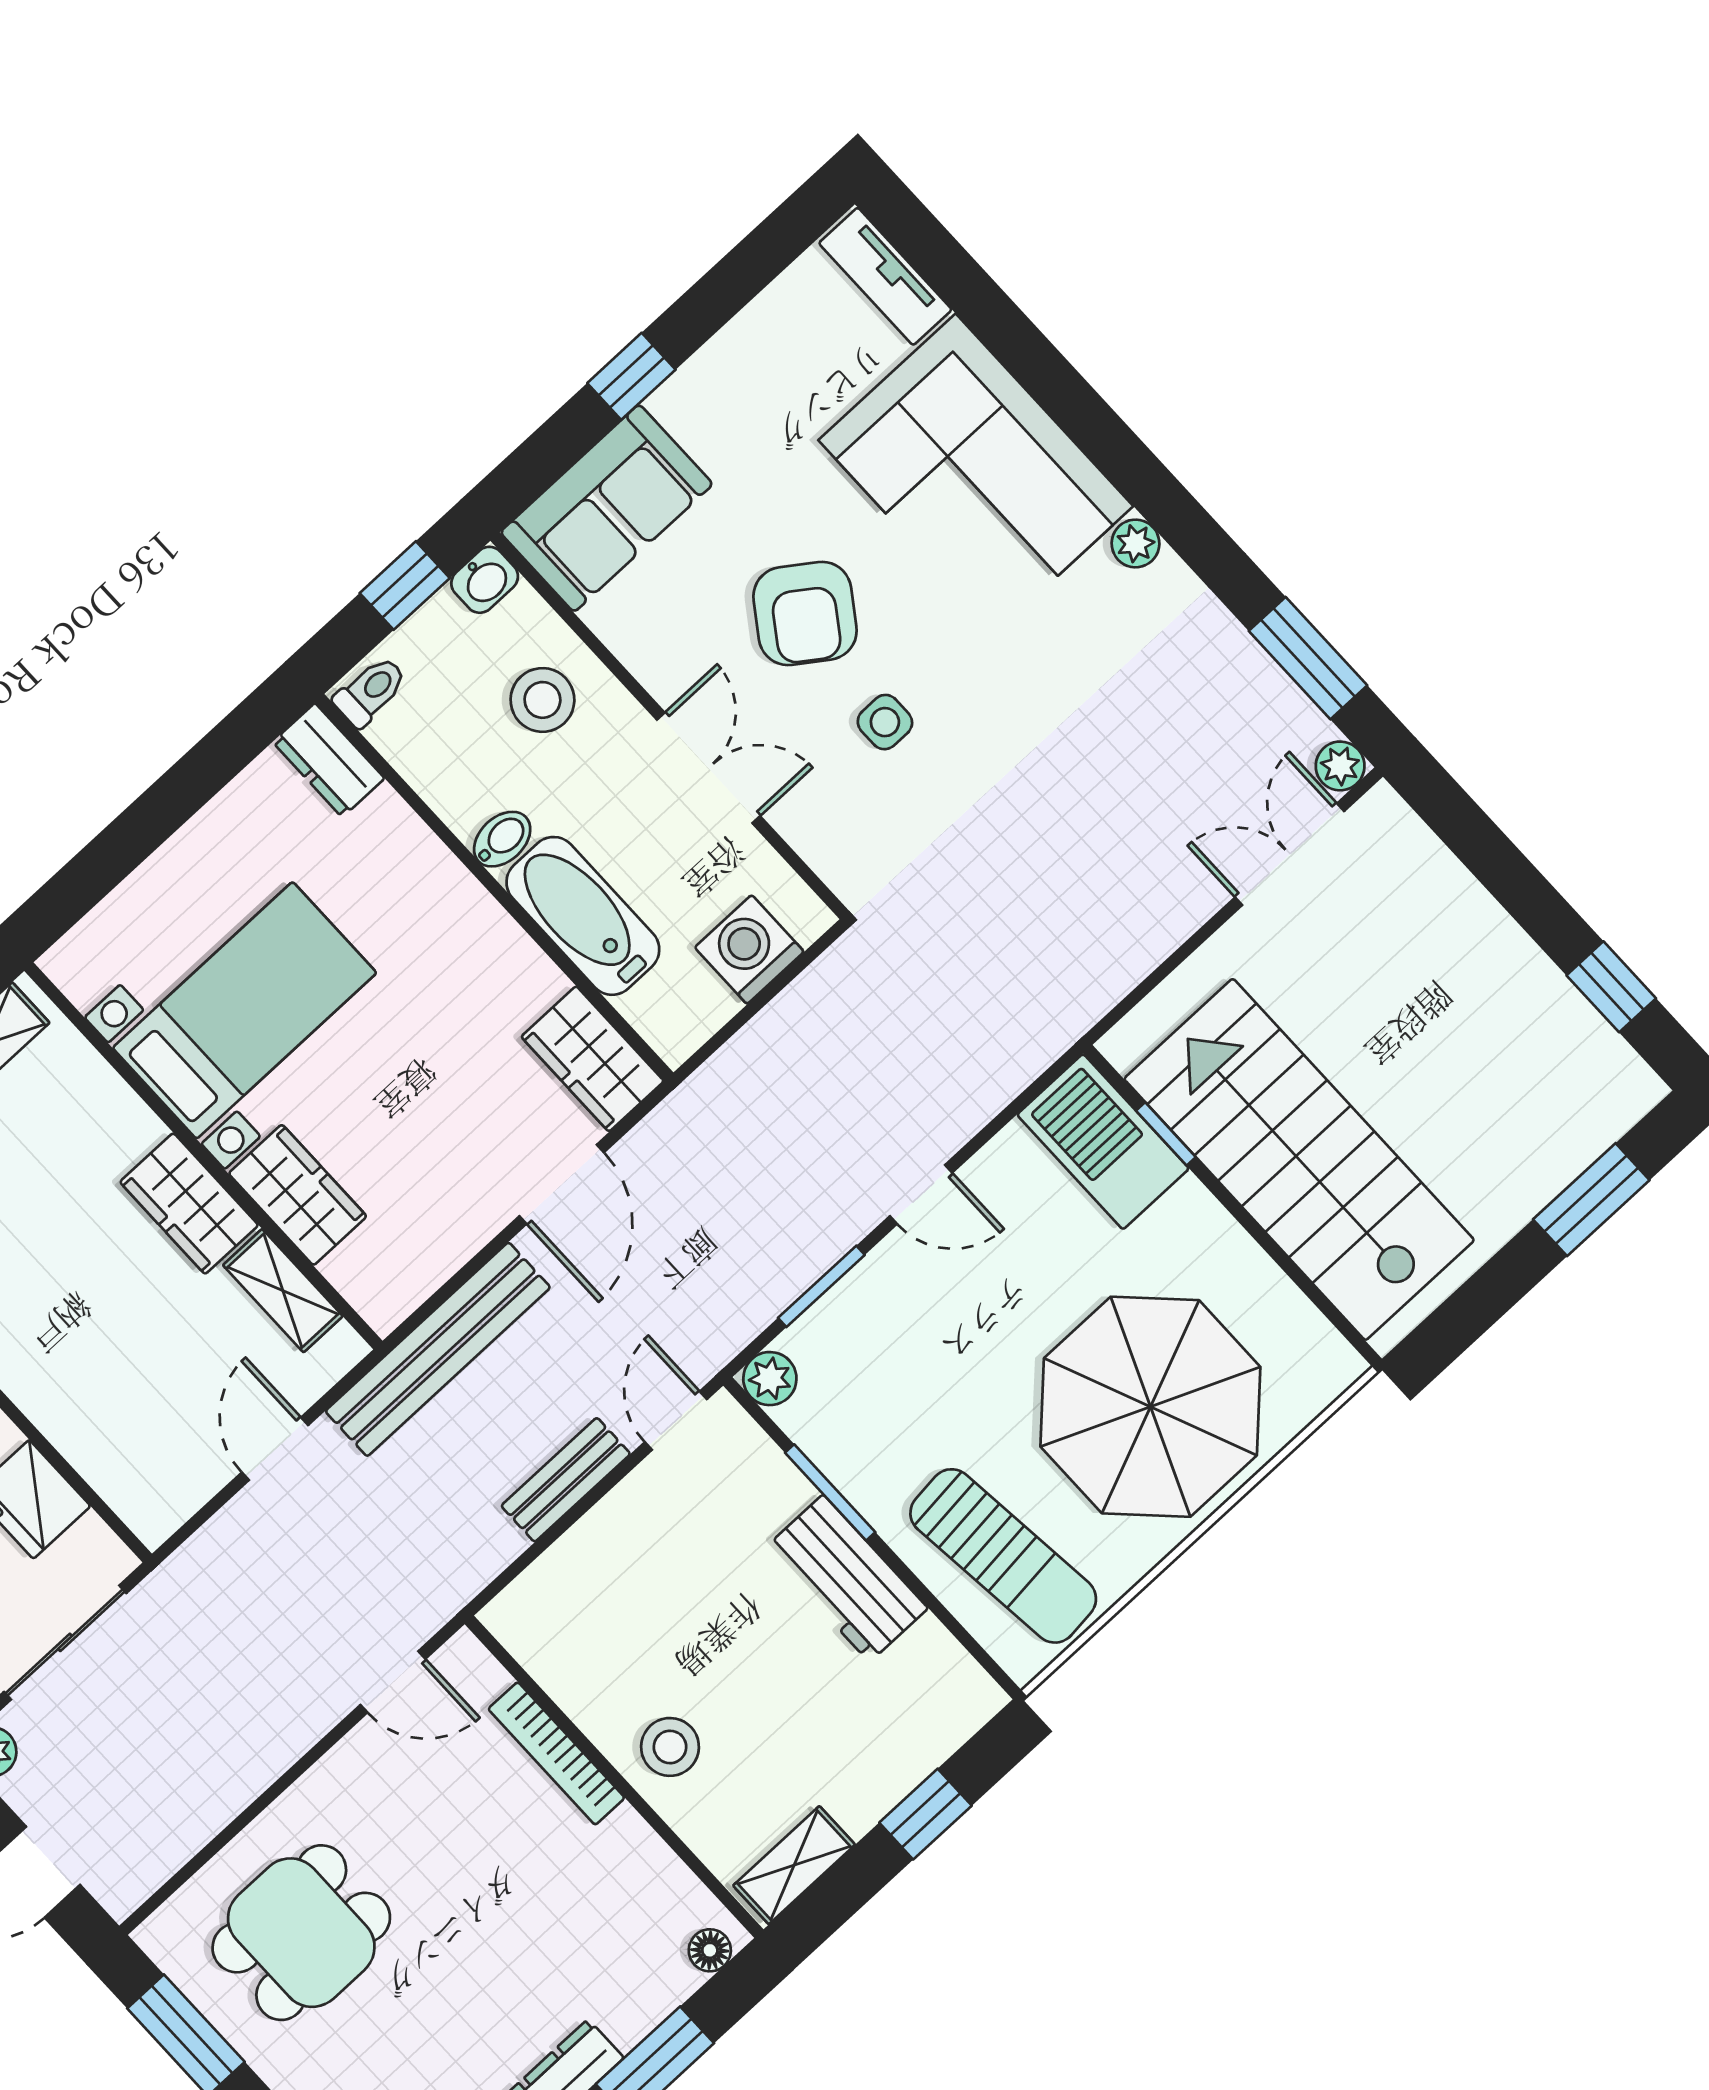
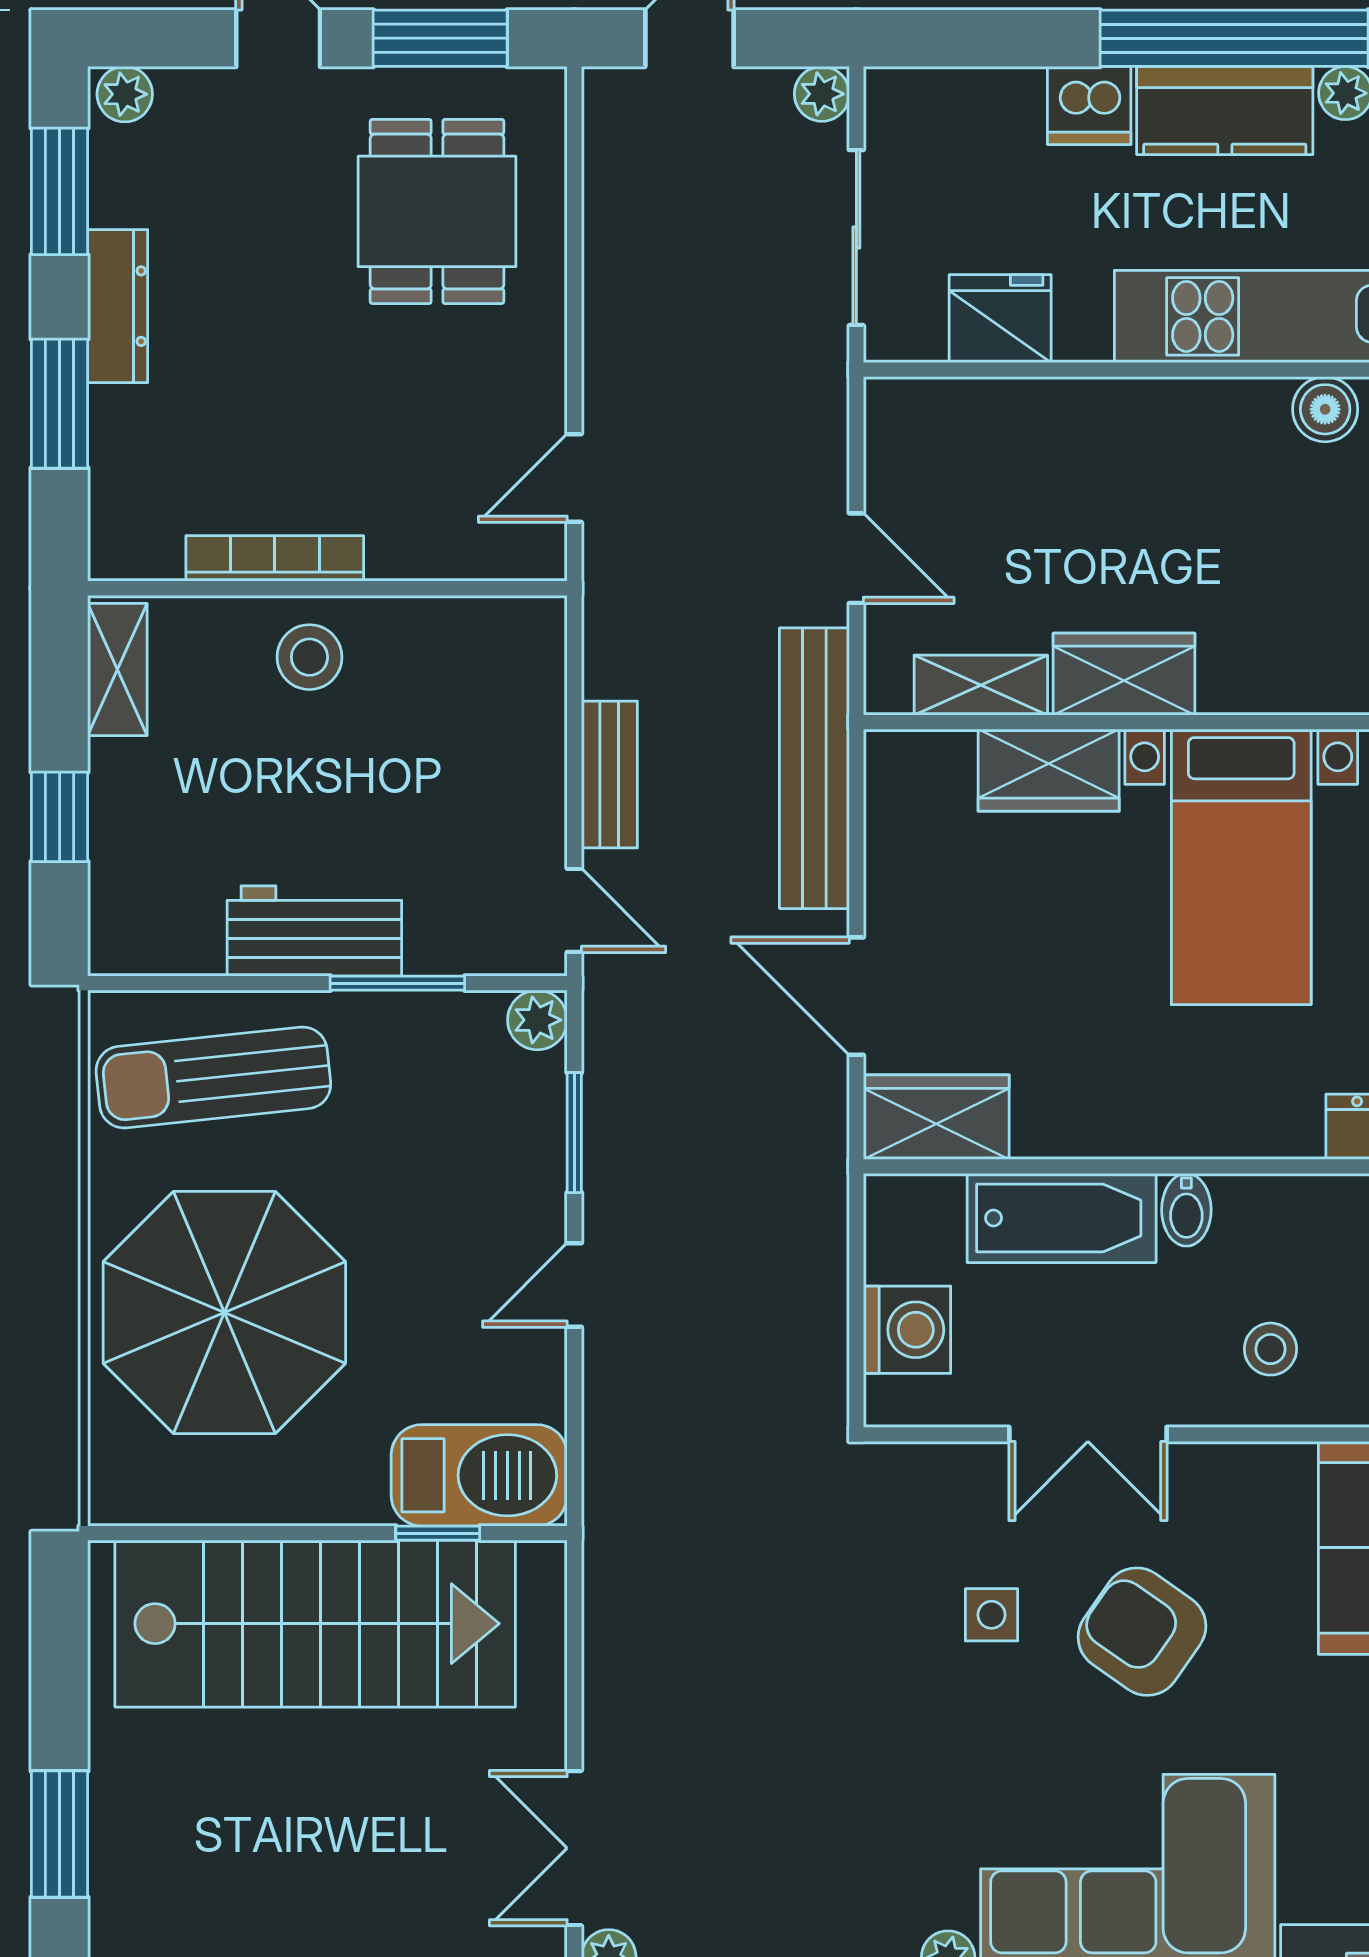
stool: (542, 700) -> (1270, 1349), width x0.73, depth x0.73
double door: (1290, 854) -> (574, 1848), swing flipped
bookcase: (556, 1753) -> (275, 558), moved
floor lamp: (710, 1950) -> (111, 535), removed

